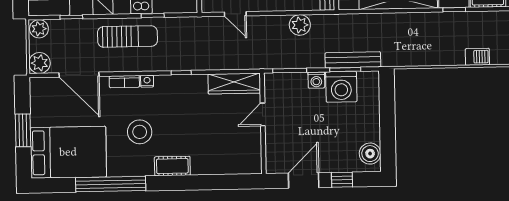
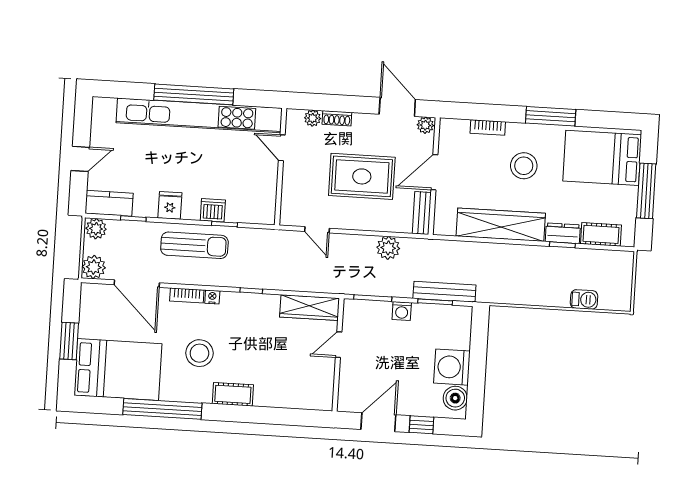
washing machine: (341, 87) -> (452, 367), moved, turned 90

